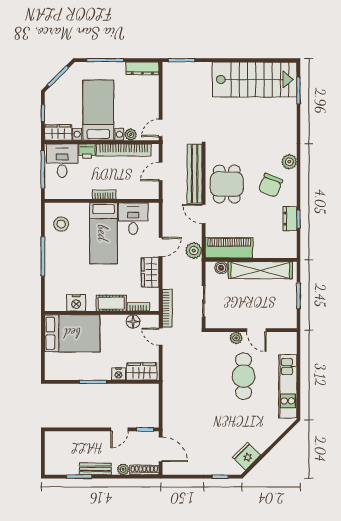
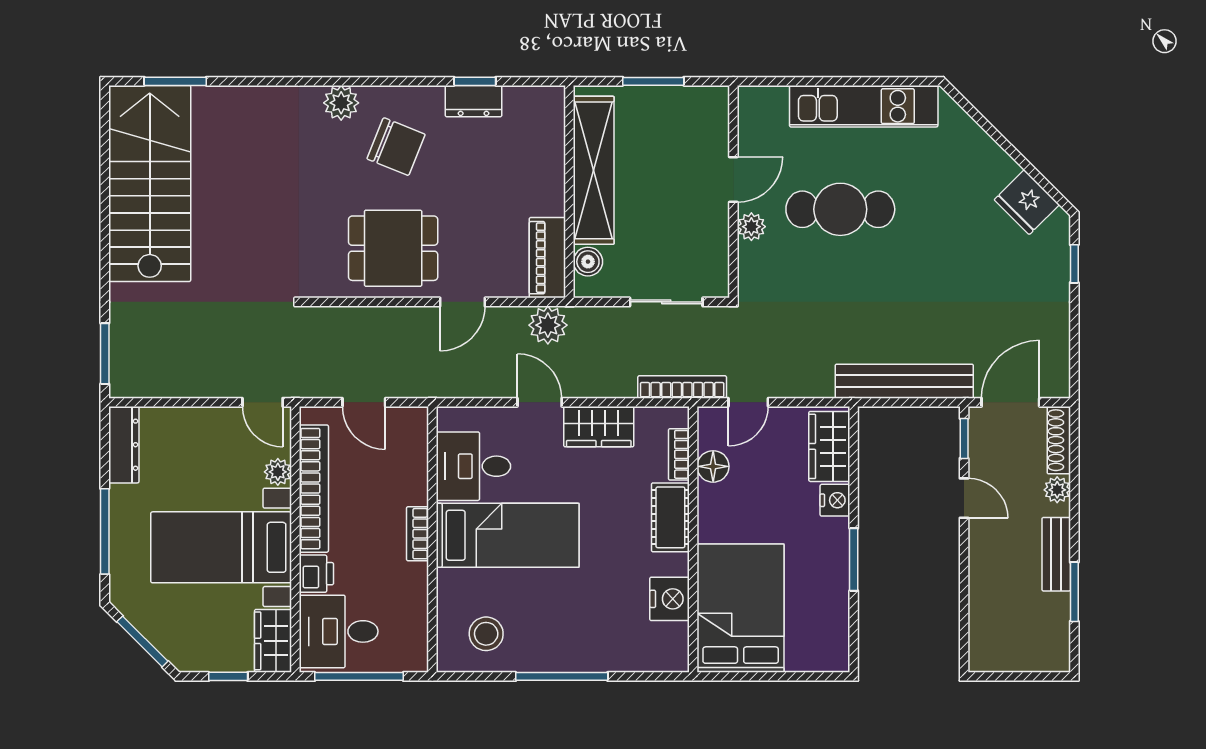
bench: (195, 174) -> (904, 381), moved
piano: (229, 248) -> (547, 258), width x0.73, depth x0.75

